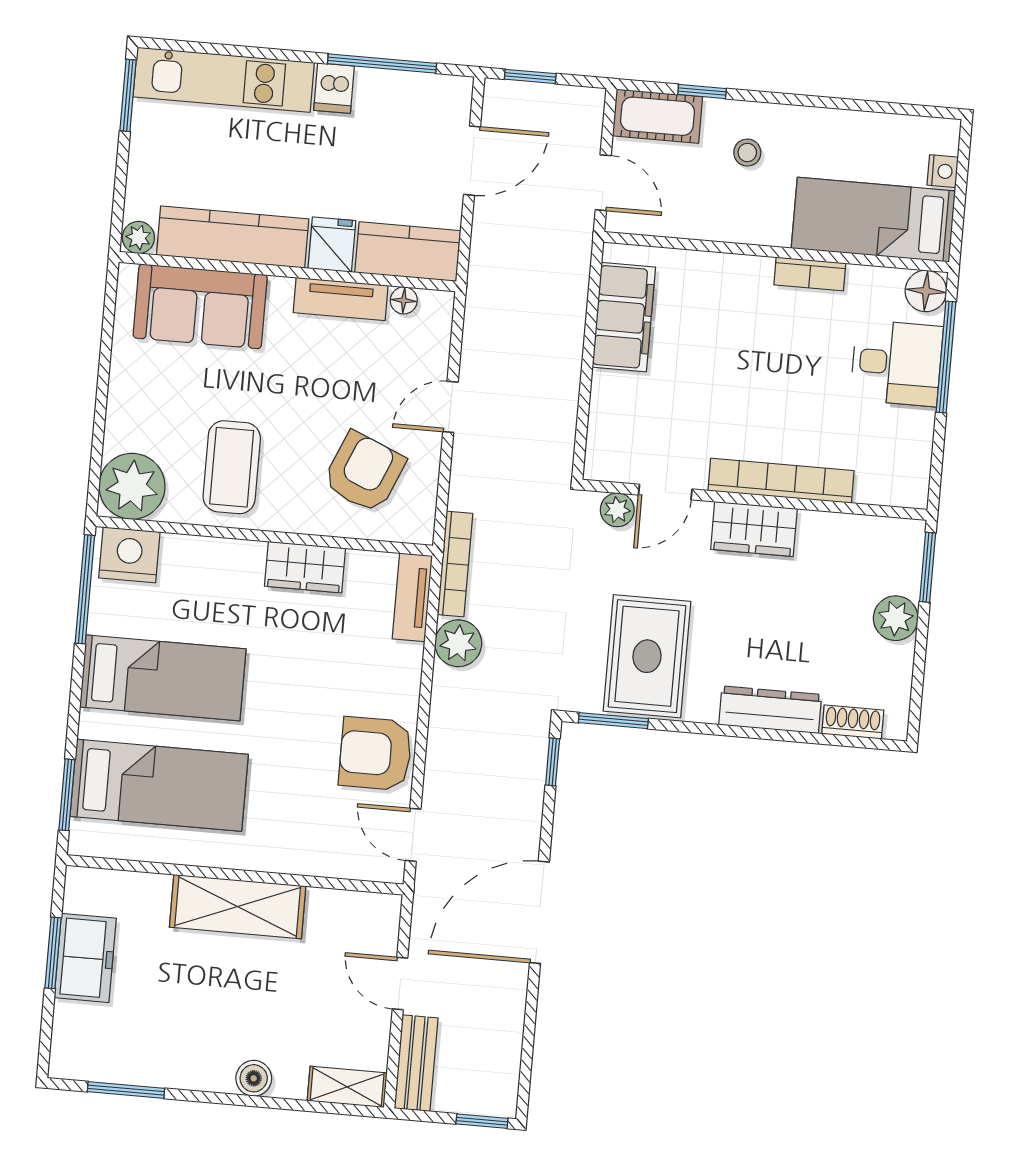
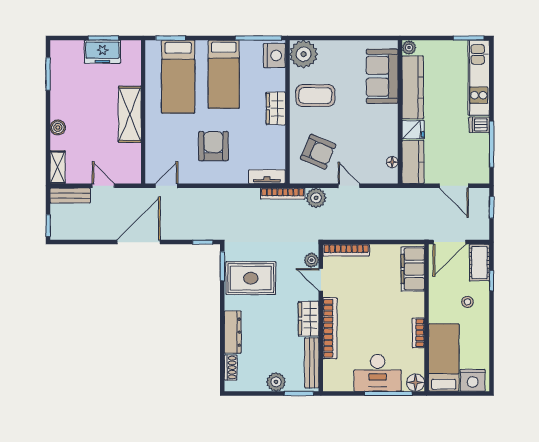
nightstand: (943, 171) -> (473, 380), width x1.89, depth x1.79
door: (603, 183) -> (449, 242), width x1.38
tv unit: (341, 299) -> (390, 135), removed
filing cabinet: (624, 317) -> (413, 269), moved, turned 90
desk: (897, 363) -> (378, 373), width x1.37
bookcase: (601, 427) -> (346, 250), added
bench: (858, 531) -> (312, 363), added
wardrobe: (305, 567) -> (276, 109), moved
plant: (458, 643) -> (316, 198), moved
armchair: (375, 754) -> (213, 146), moved
door: (539, 912) -> (139, 242), hinge flipped
door: (400, 983) -> (103, 186), hinge flipped

